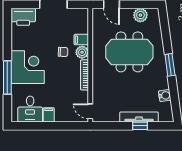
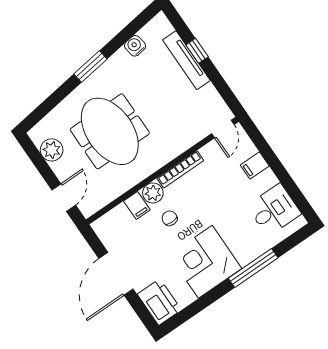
corner desk: (28, 67) -> (205, 262), moved
filing cabinet: (49, 115) -> (255, 166), moved

